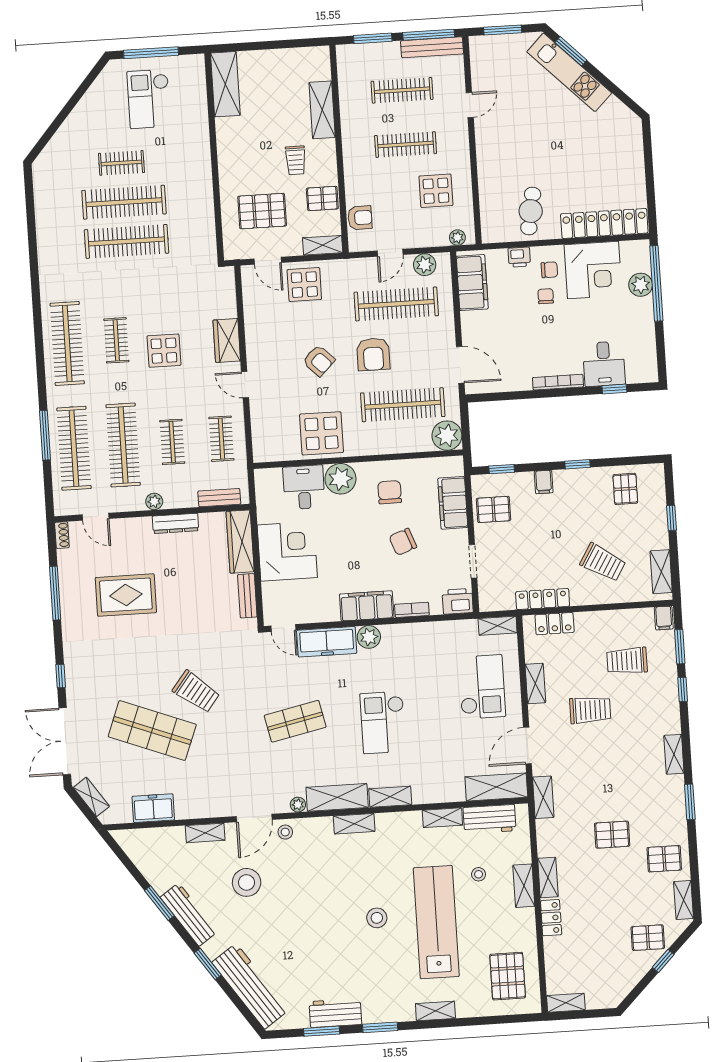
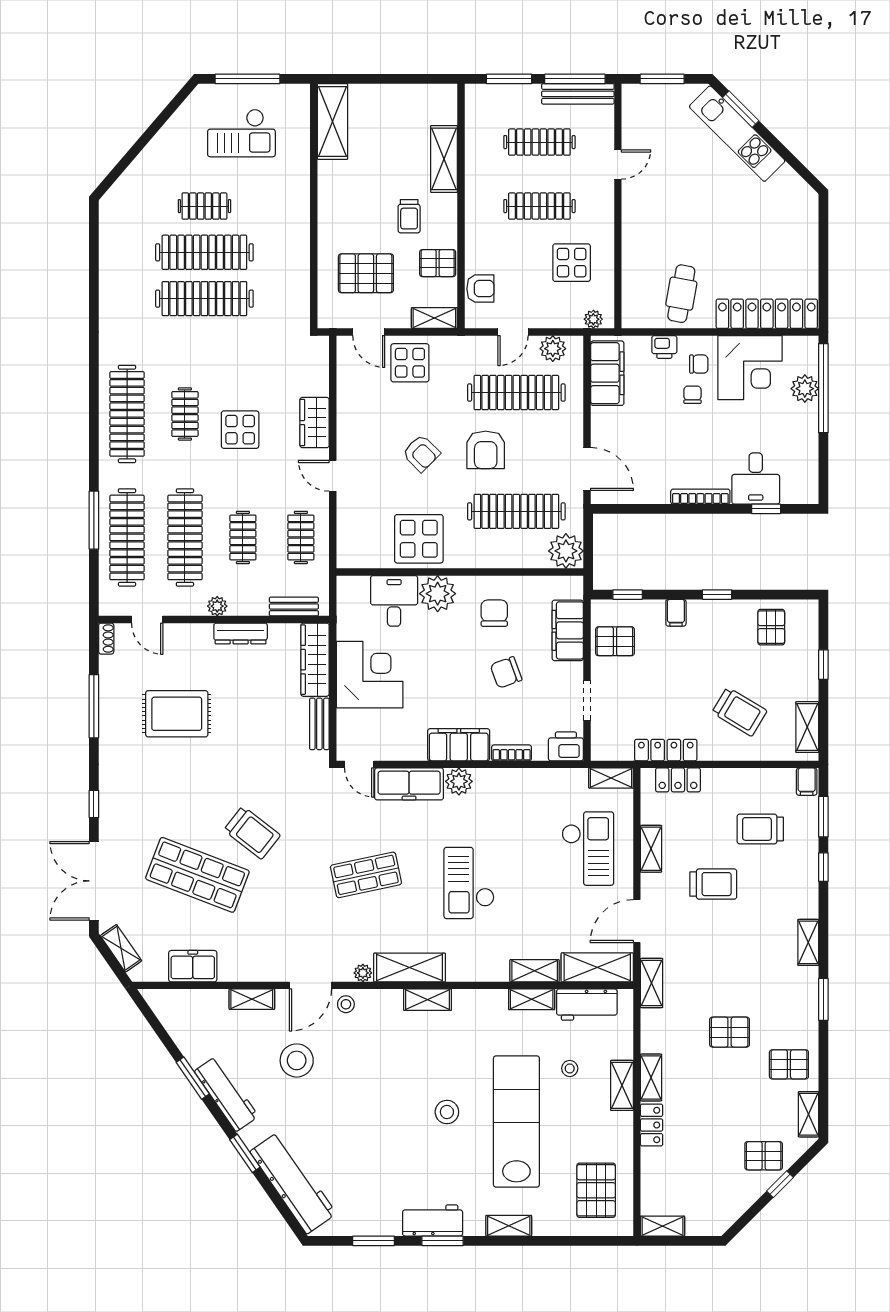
checkout: (149, 99) -> (241, 133), turned -90
shelving: (390, 797) -> (535, 971), moved
workbench: (335, 1013) -> (433, 1220), moved

